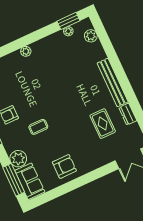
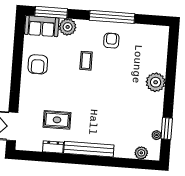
window: (68, 21) -> (167, 129), moved
plant: (26, 51) -> (156, 82), width x1.87, depth x1.87

